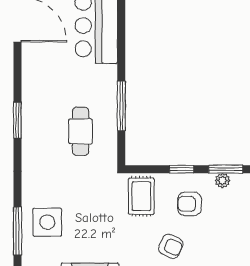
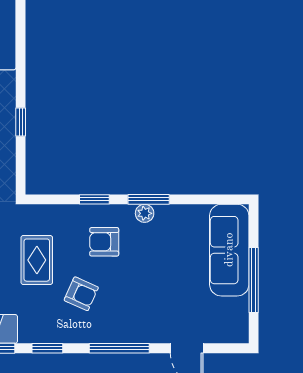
window: (121, 106) -> (21, 122), width x0.46
rug: (141, 196) -> (37, 260), moved

